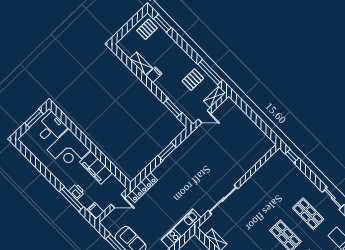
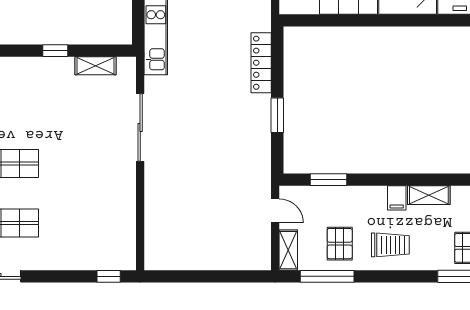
trolley: (174, 60) -> (390, 245), added
door: (204, 117) -> (275, 211), swing flipped
locker: (142, 188) -> (261, 63), moved

